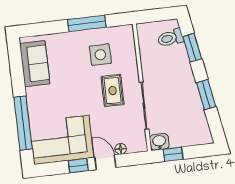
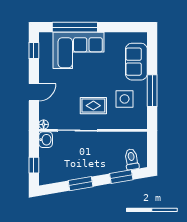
sofa: (35, 64) -> (136, 62), moved, turned 90
corner sofa: (61, 140) -> (79, 50), moved, turned 90
floor lamp: (121, 149) -> (44, 124), moved
window: (173, 154) -> (34, 165), moved
window: (78, 166) -> (34, 50), moved

